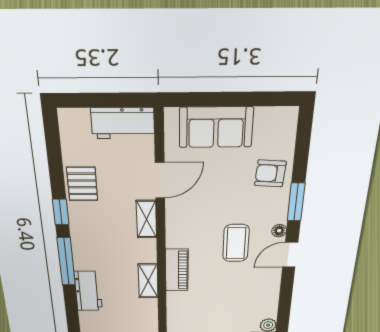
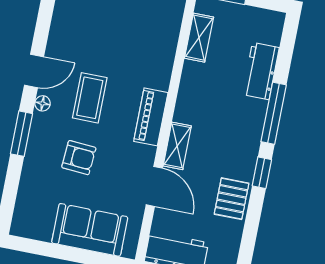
armchair: (270, 173) -> (79, 158), moved
door: (160, 180) -> (154, 186), swing flipped
piano: (177, 270) -> (151, 117), moved
shelving: (148, 281) -> (199, 38), moved

